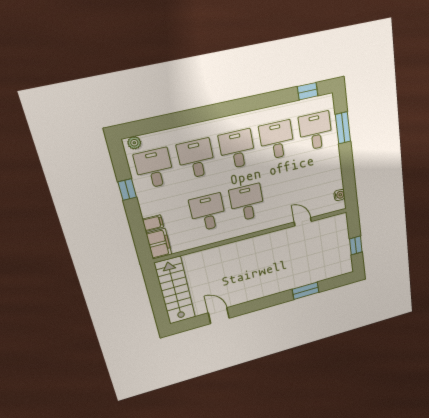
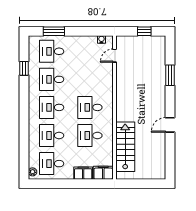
window: (308, 91) -> (24, 68), moved
window: (127, 190) -> (61, 184), removed
door: (303, 222) -> (114, 56), moved
filing cabinet: (153, 223) -> (83, 173), width x2.00
stairs: (175, 291) -> (125, 147), moved, turned 90
door: (219, 316) -> (170, 125), moved

